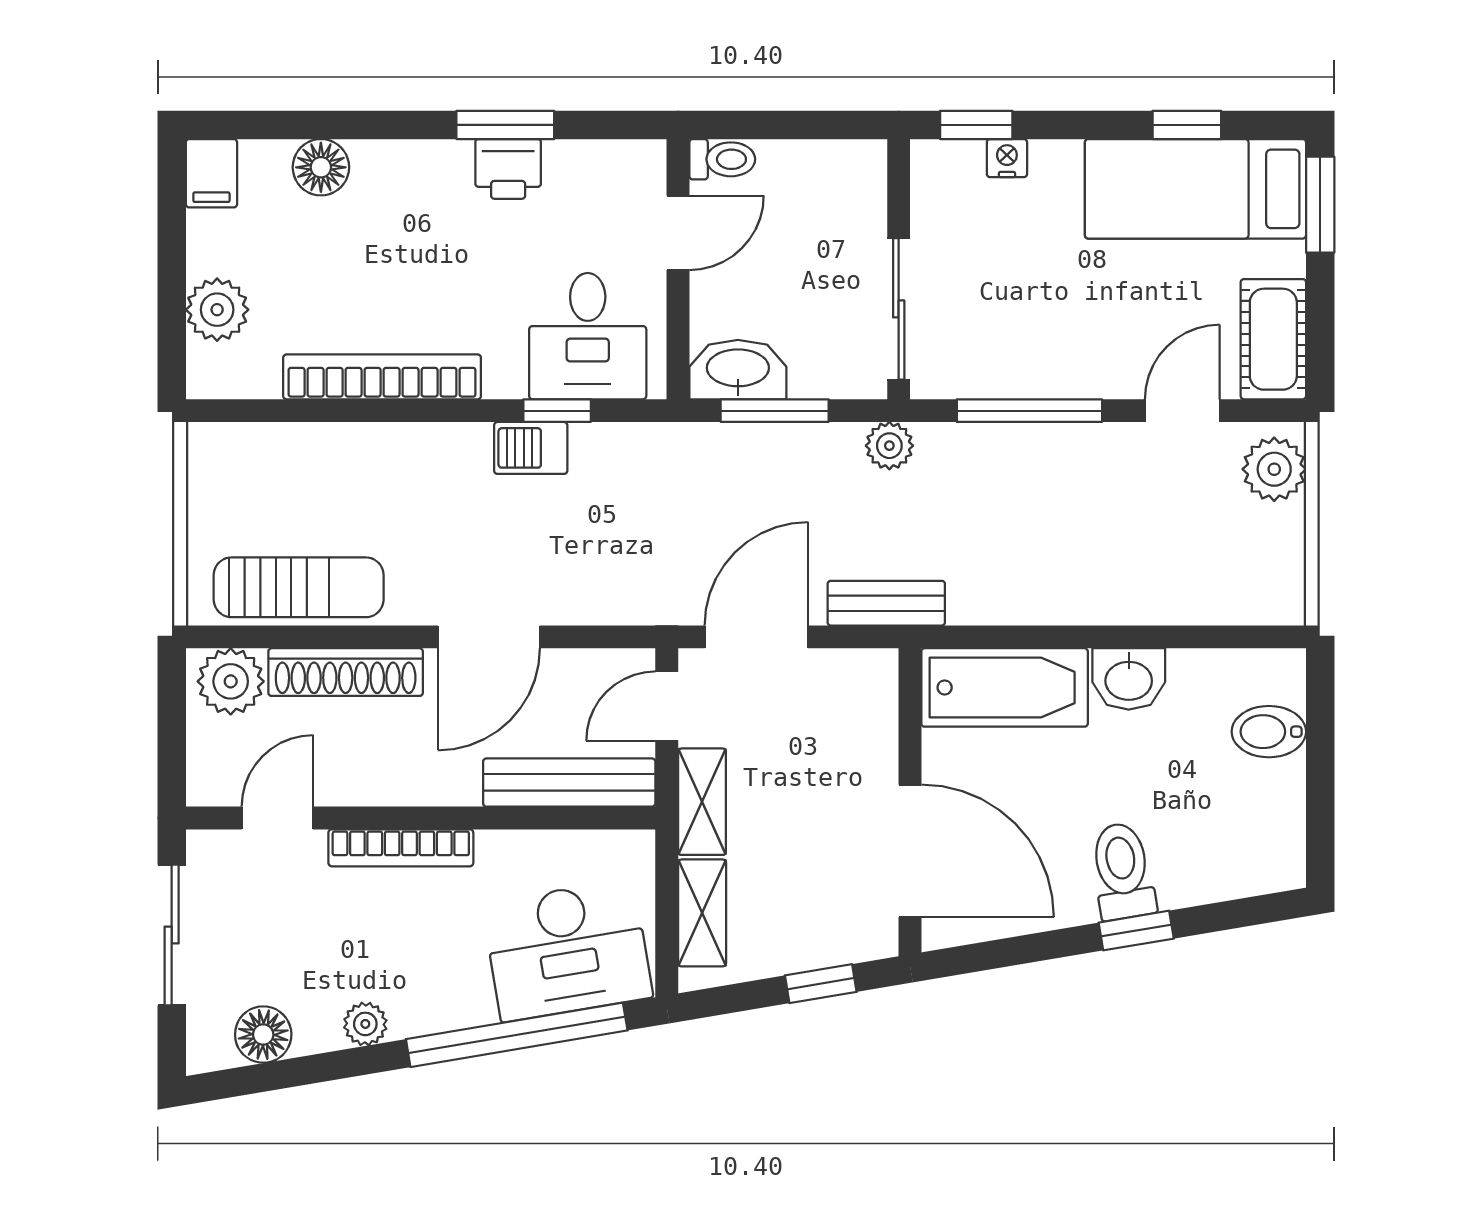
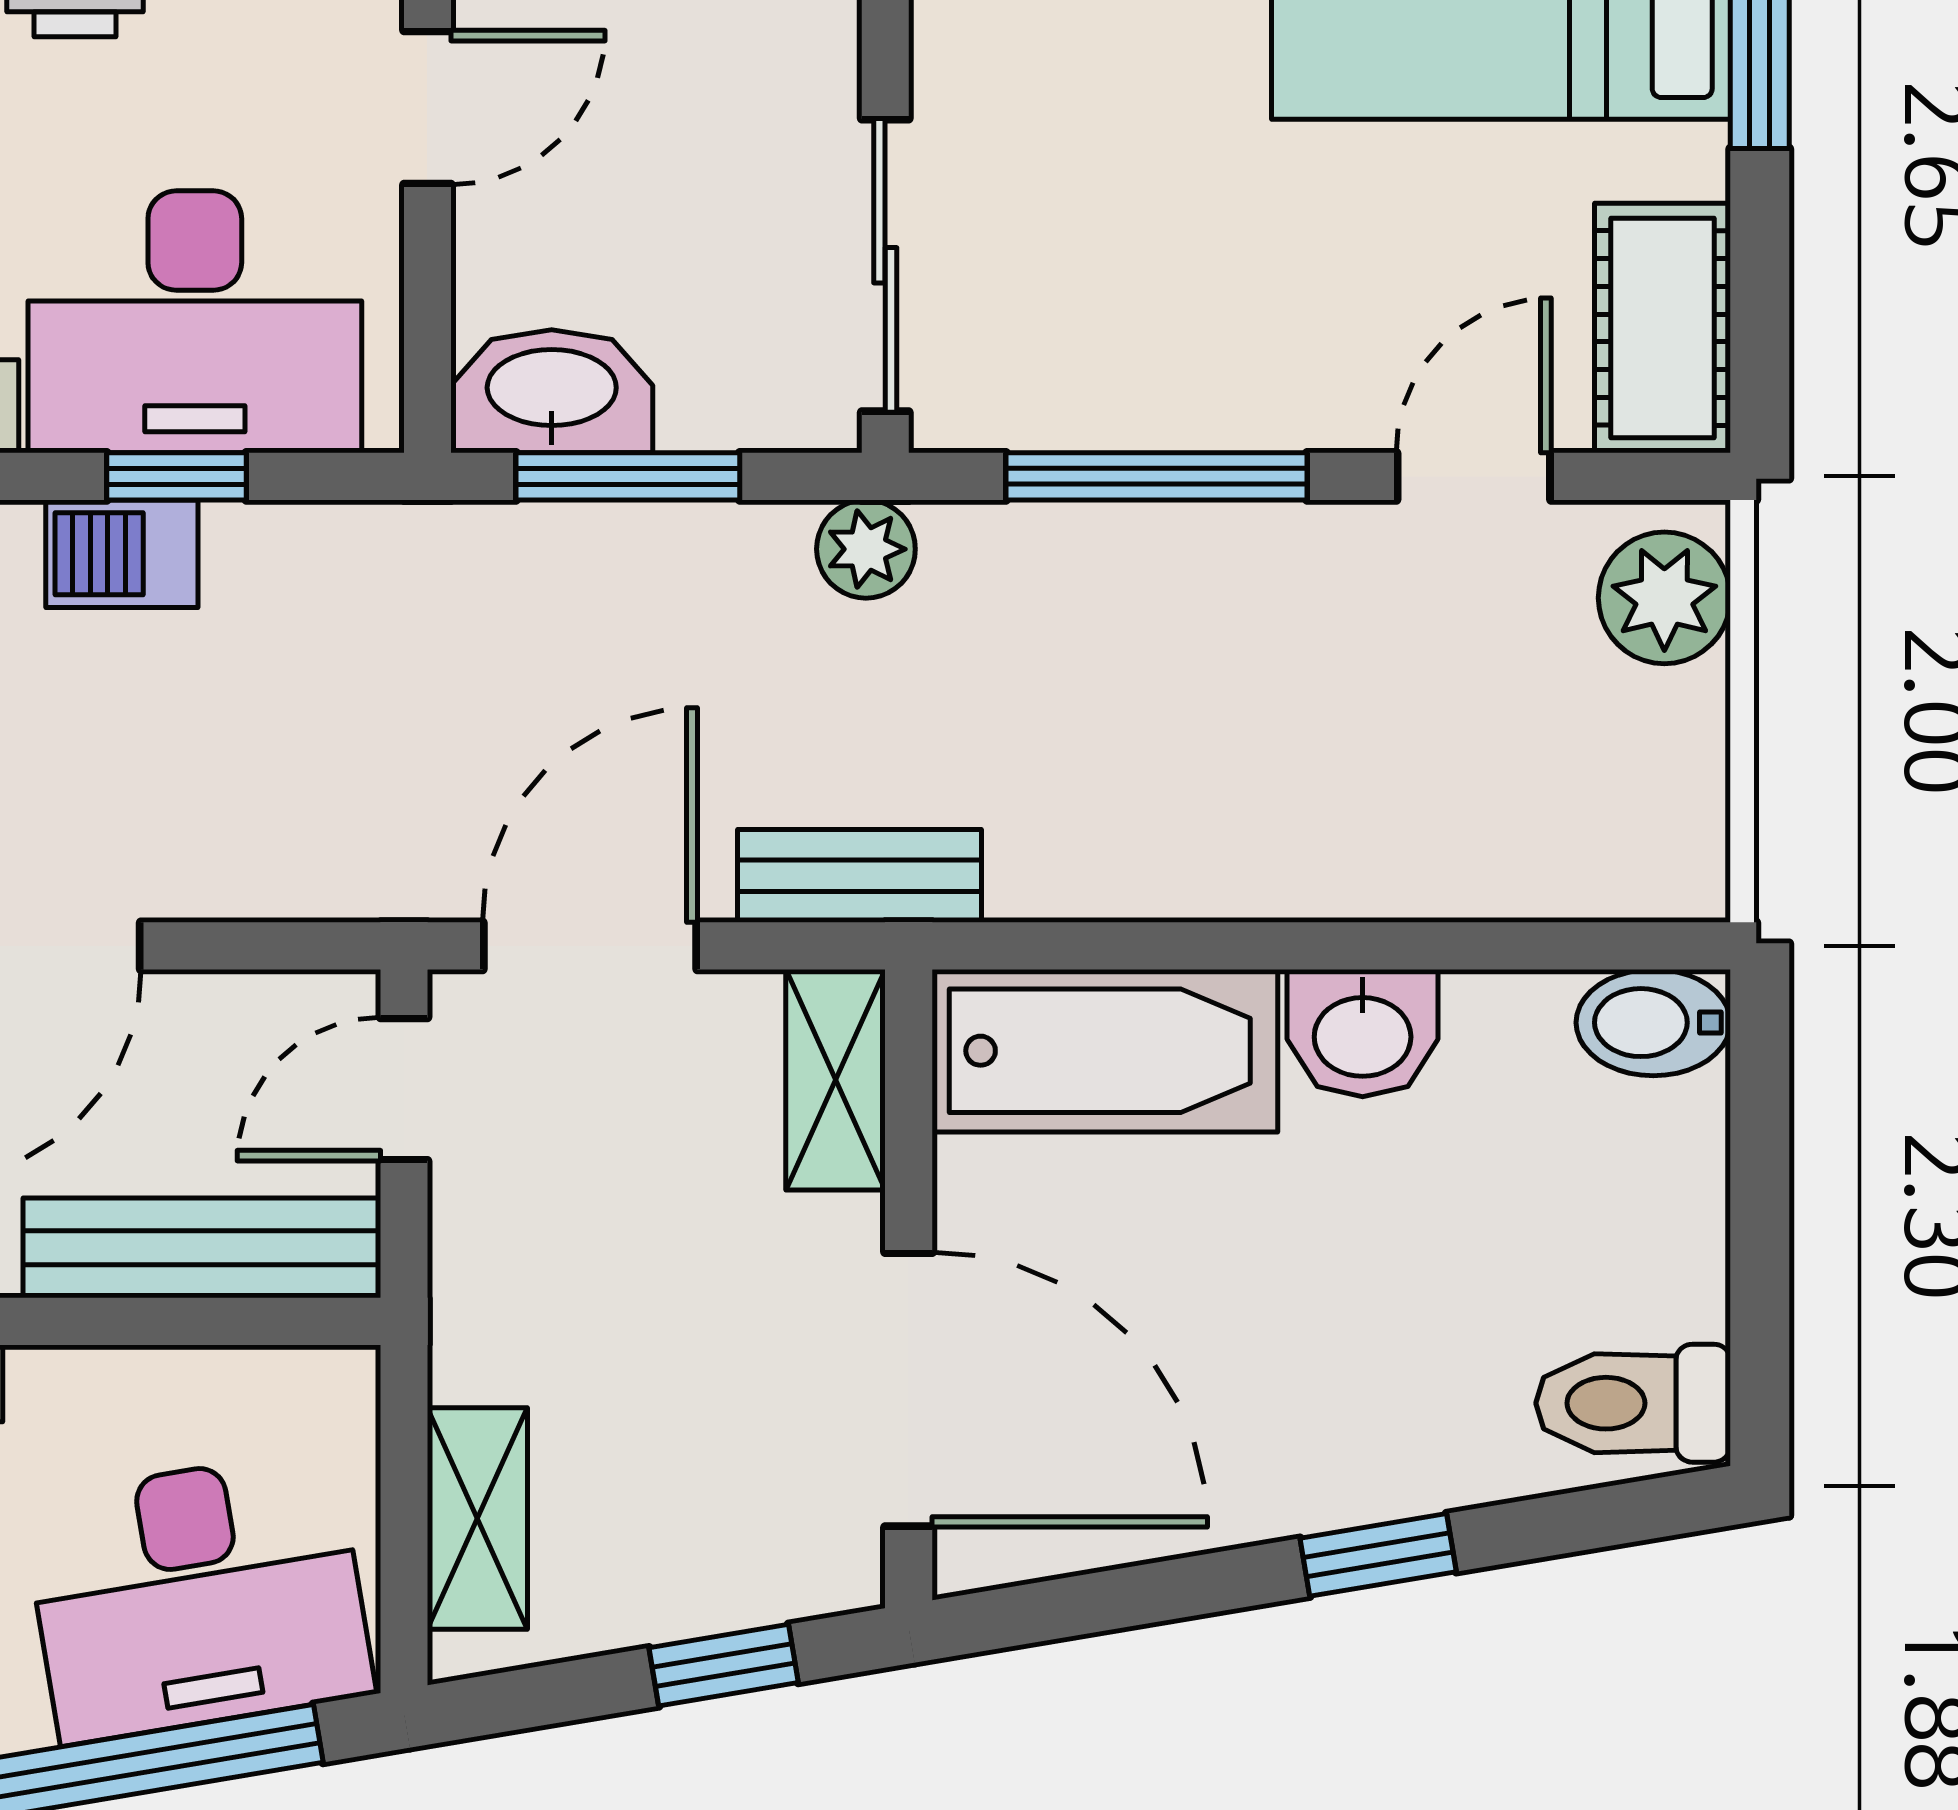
desk: (588, 336) -> (195, 322), width x1.37
bidet: (1269, 732) -> (1653, 1023), moved
shelving: (702, 802) -> (836, 1080), moved
toilet: (1122, 871) -> (1633, 1403), moved, turned -80

